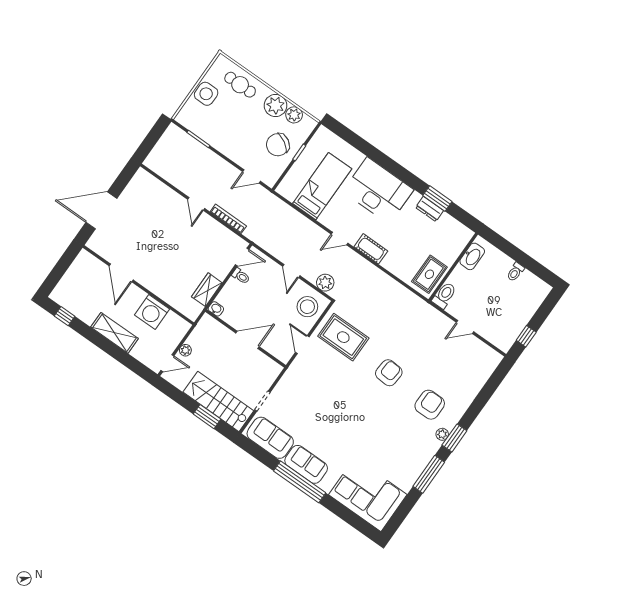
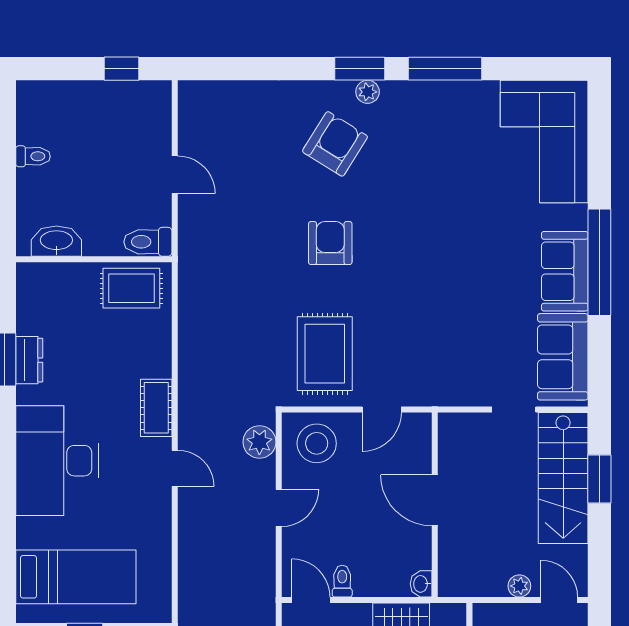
bed: (322, 186) -> (76, 577), moved, turned 180
armchair: (389, 373) -> (330, 243), turned 86
armchair: (430, 405) -> (335, 144), turned 122

